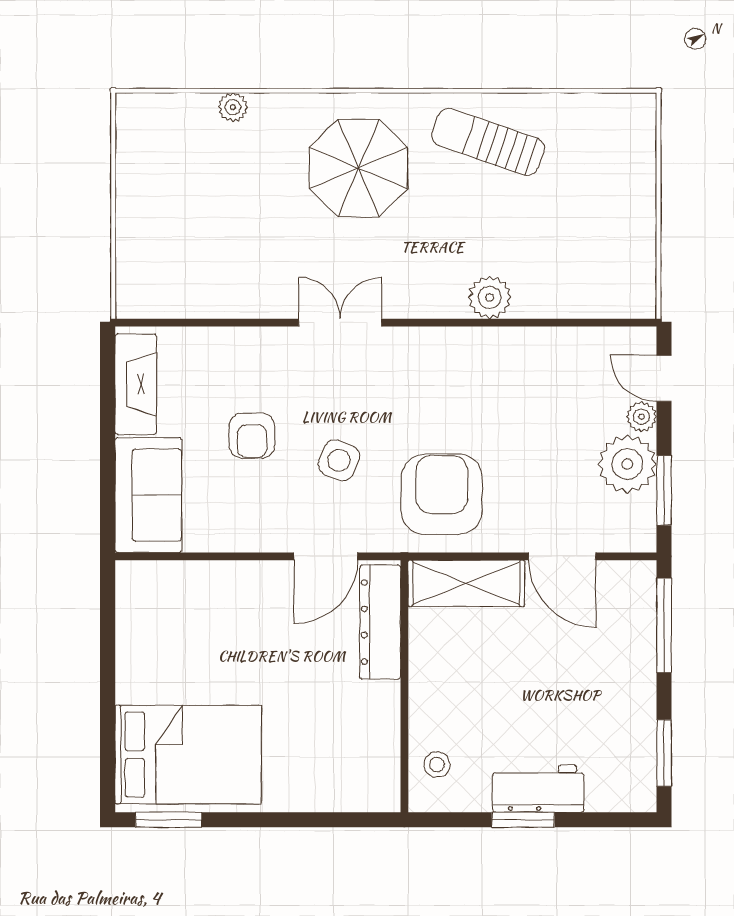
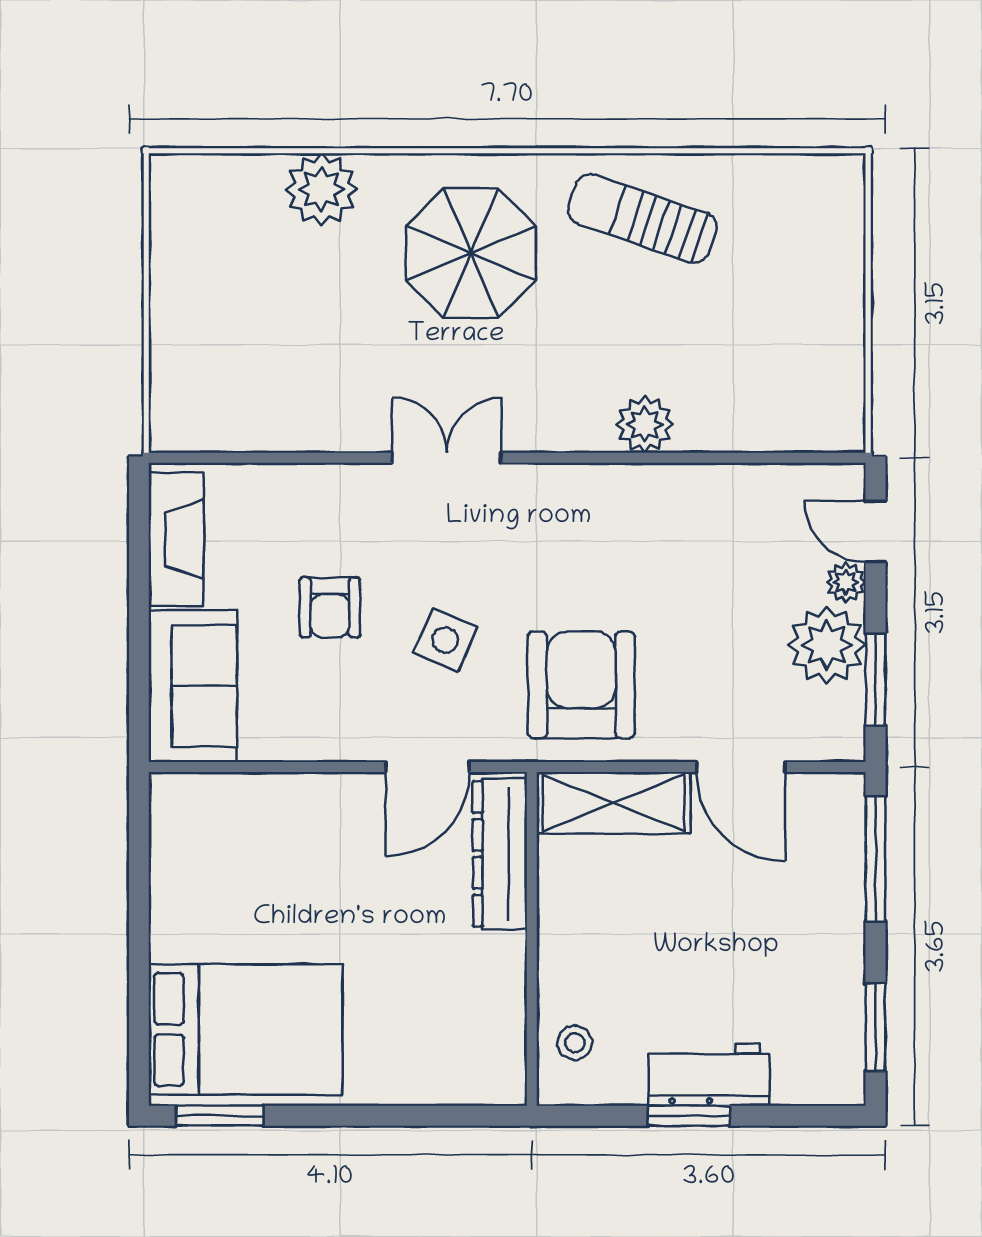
plant: (233, 107) -> (321, 189), width x1.87, depth x1.87

